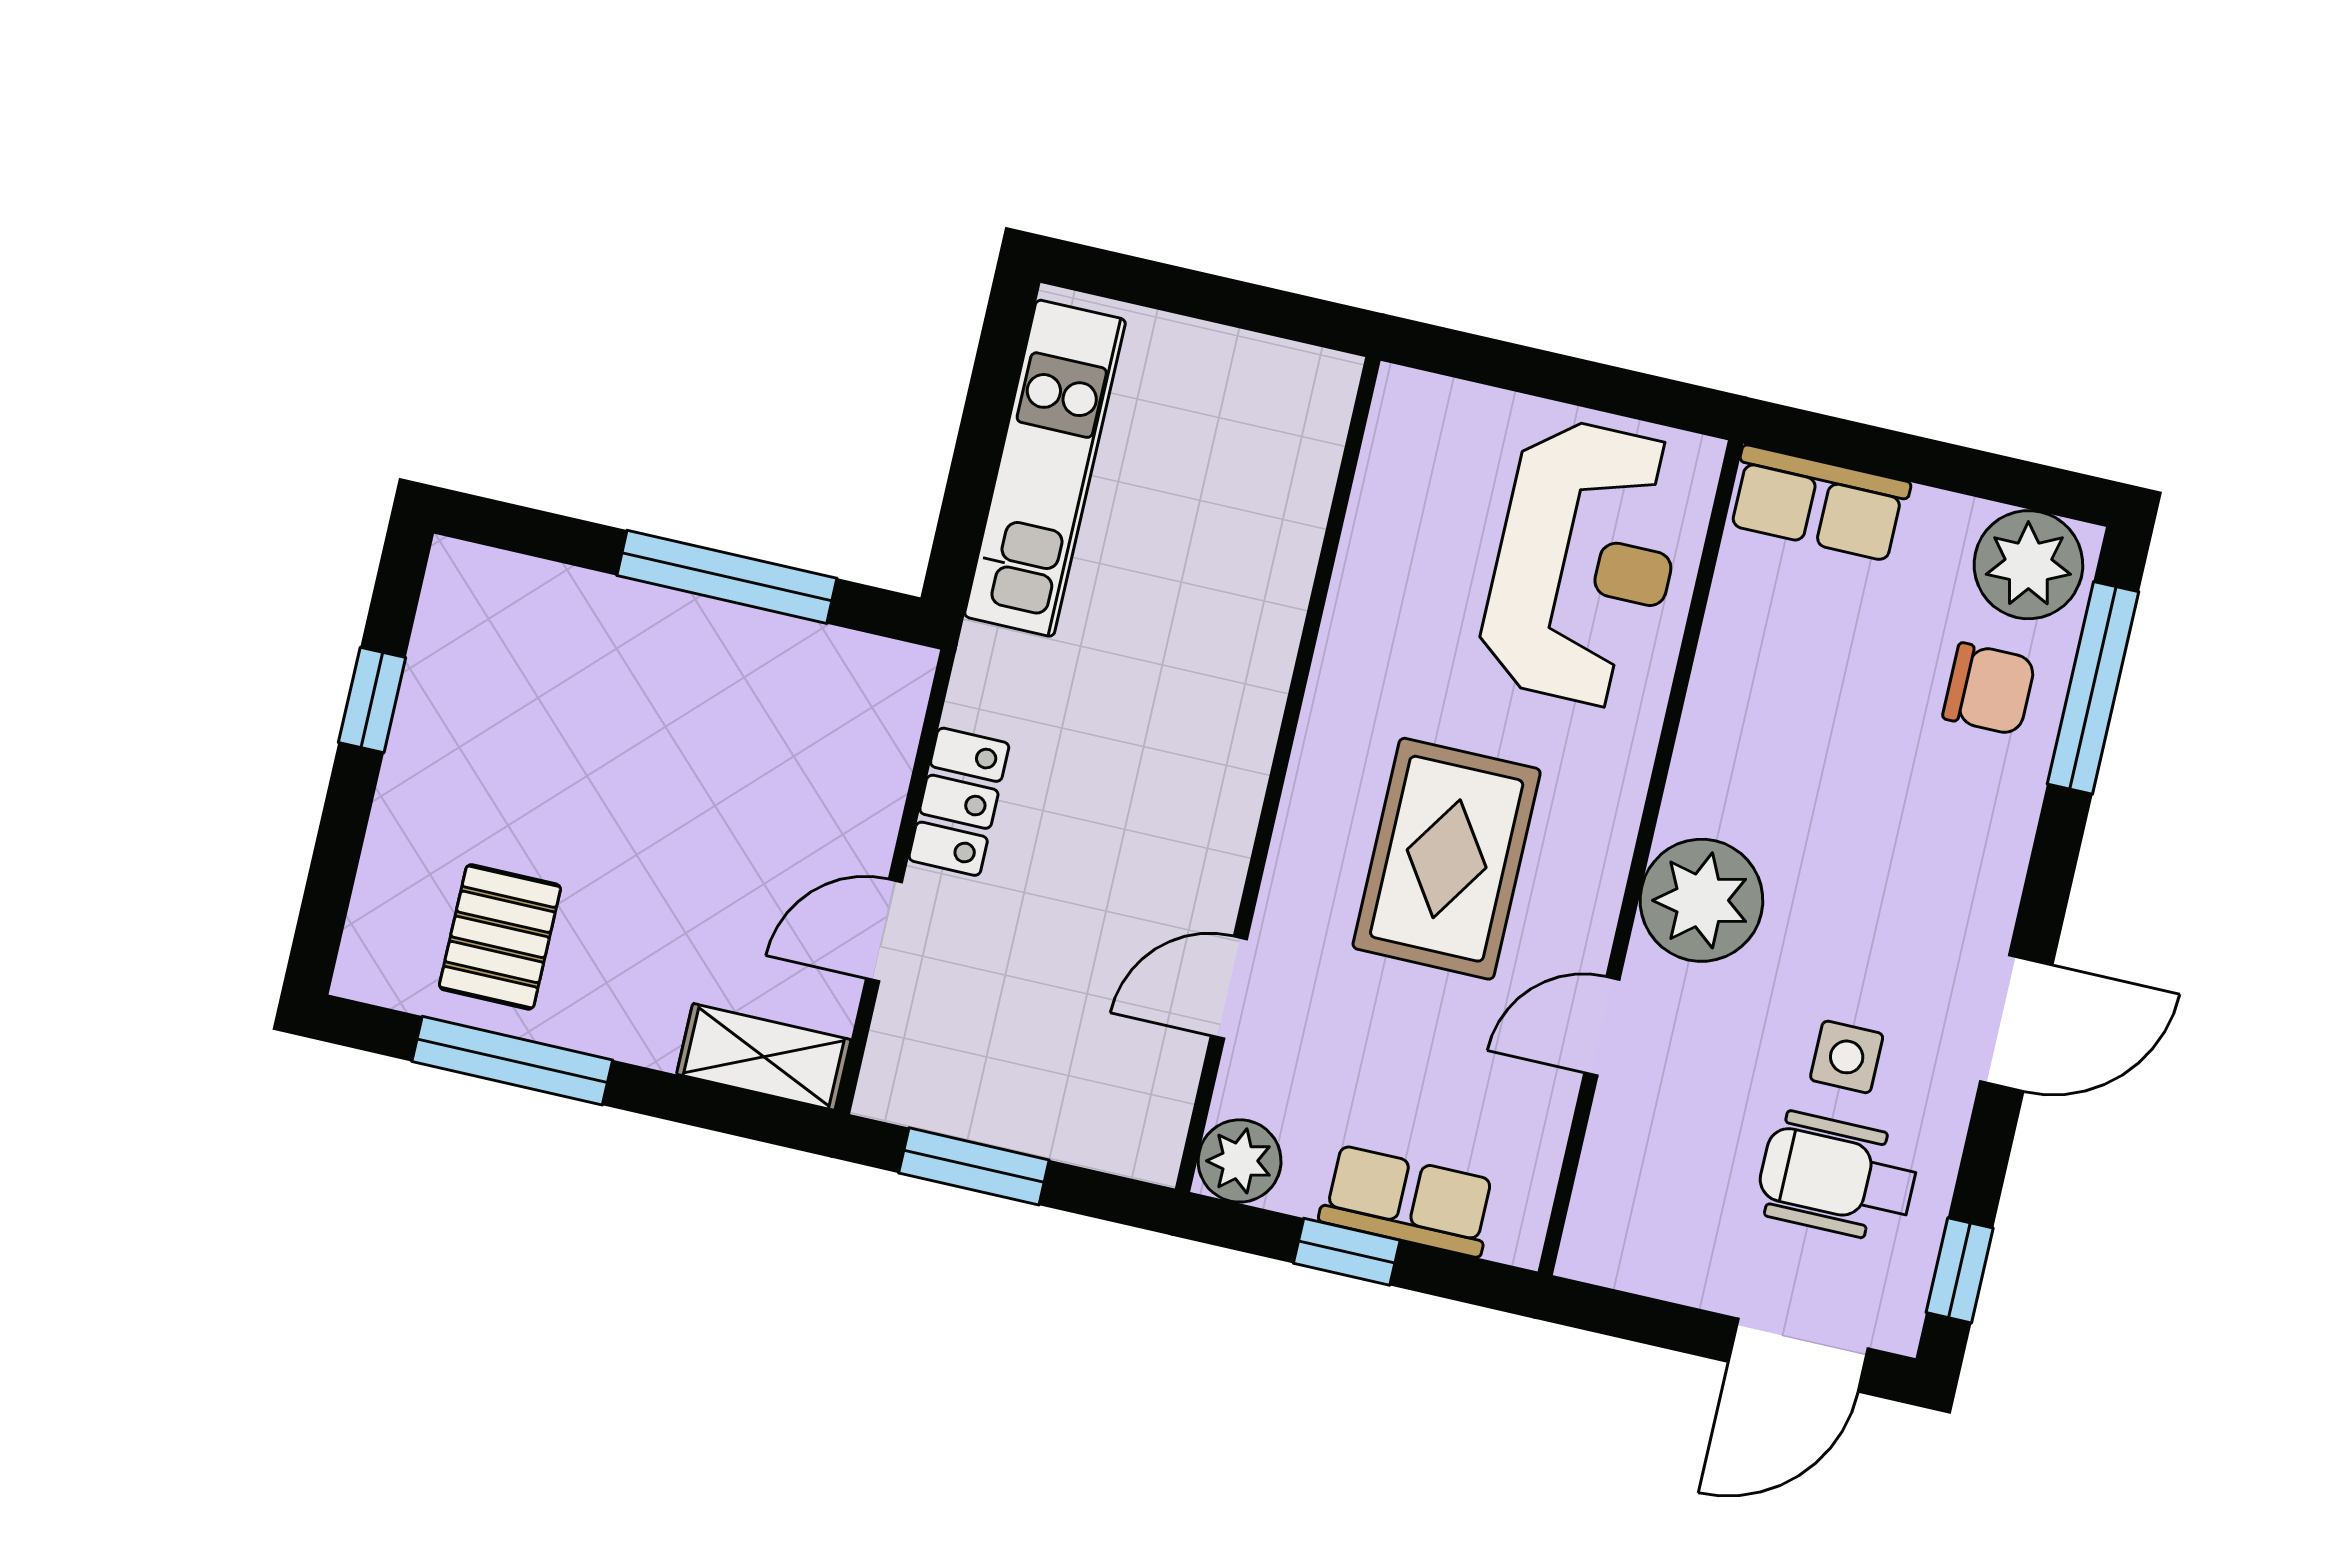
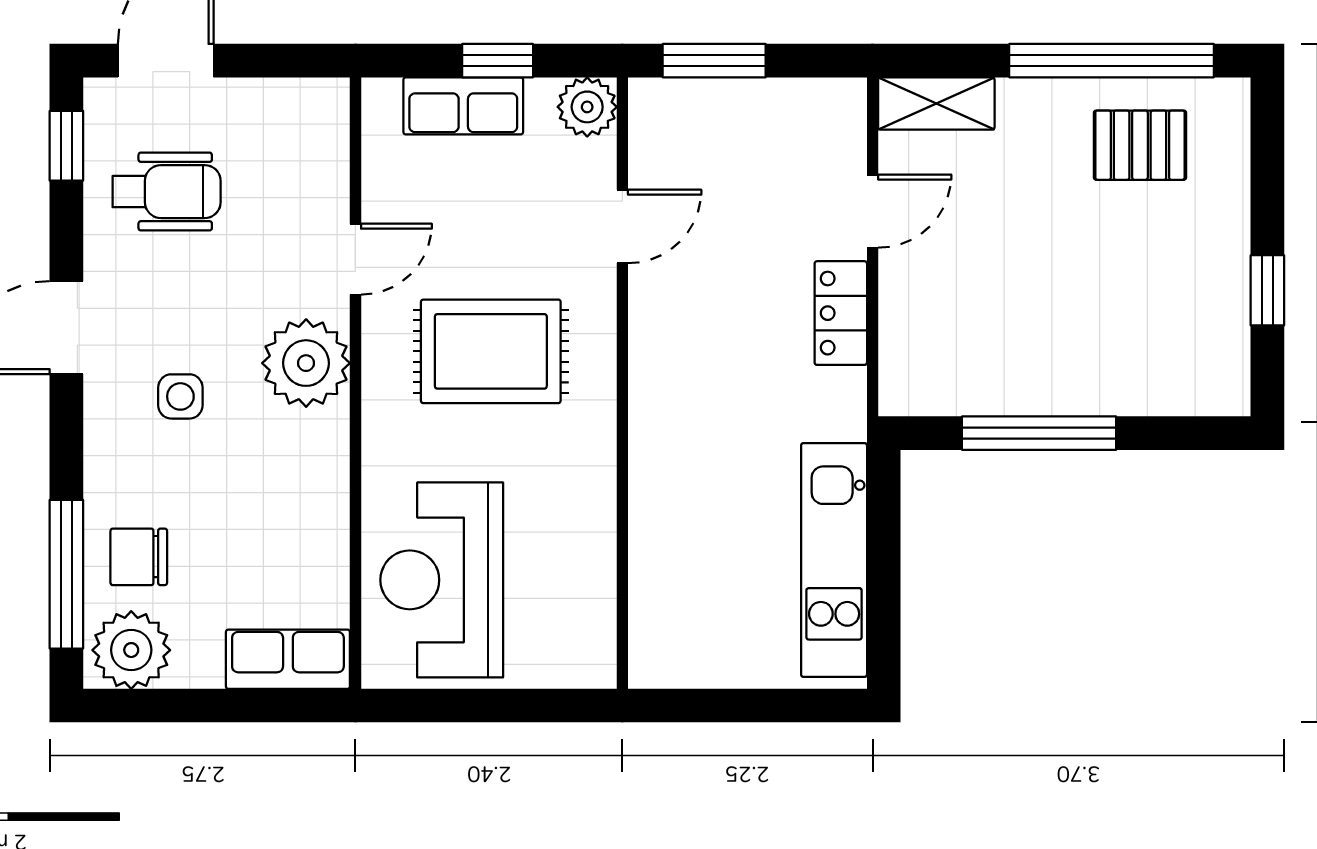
rug: (1447, 859) -> (491, 351), turned 90
pallet: (500, 937) -> (1140, 145), turned 90
side table: (1847, 1057) -> (180, 396), moved
window: (512, 1061) -> (1112, 61), width x1.46
window: (974, 1166) -> (714, 61), moved

